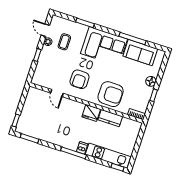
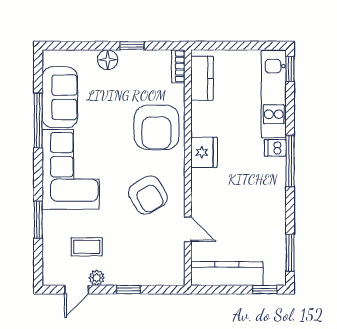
armchair: (80, 79) -> (148, 195), turned 60
door: (57, 93) -> (188, 229), hinge flipped
armchair: (111, 94) -> (157, 127), turned 180
kitchen counter: (29, 105) -> (227, 274), added
kitchen counter: (110, 118) -> (202, 78), moved

